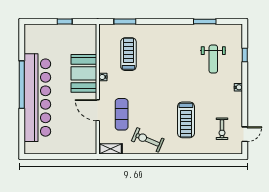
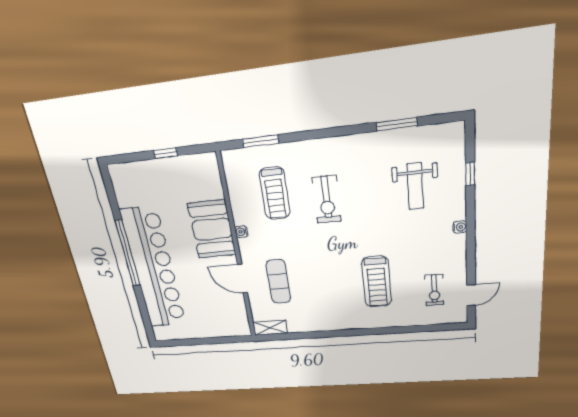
treadmill: (128, 54) -> (275, 193), turned 180
exercise bike: (148, 140) -> (327, 199), moved, turned -113

